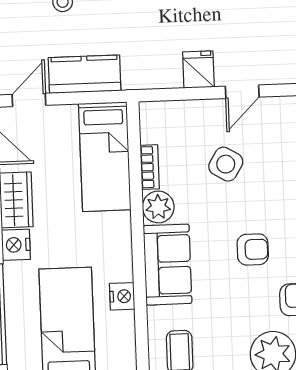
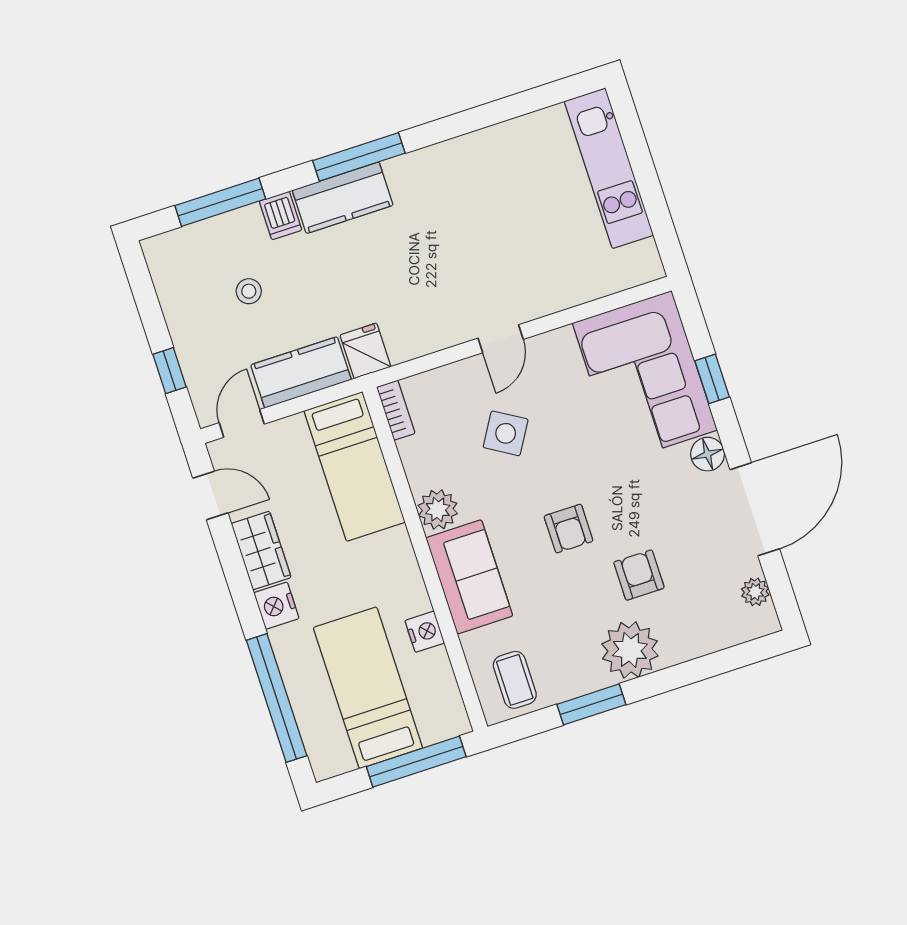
fridge: (198, 70) -> (365, 351), moved
bookcase: (150, 167) -> (396, 410), moved
armchair: (253, 249) -> (569, 529), turned 90

